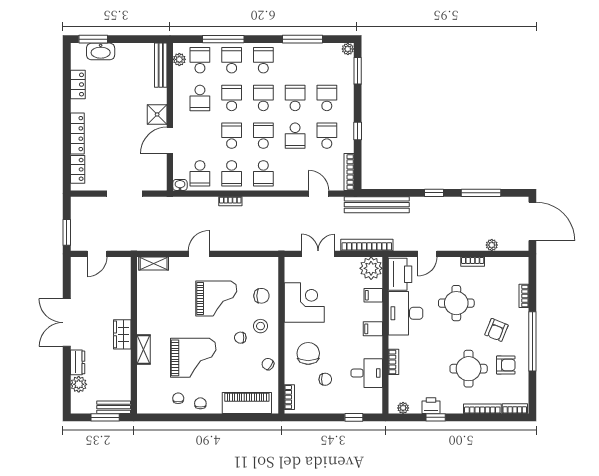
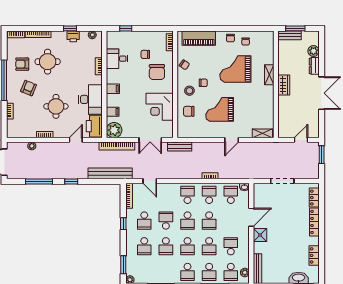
bench: (275, 244) -> (180, 147), added

